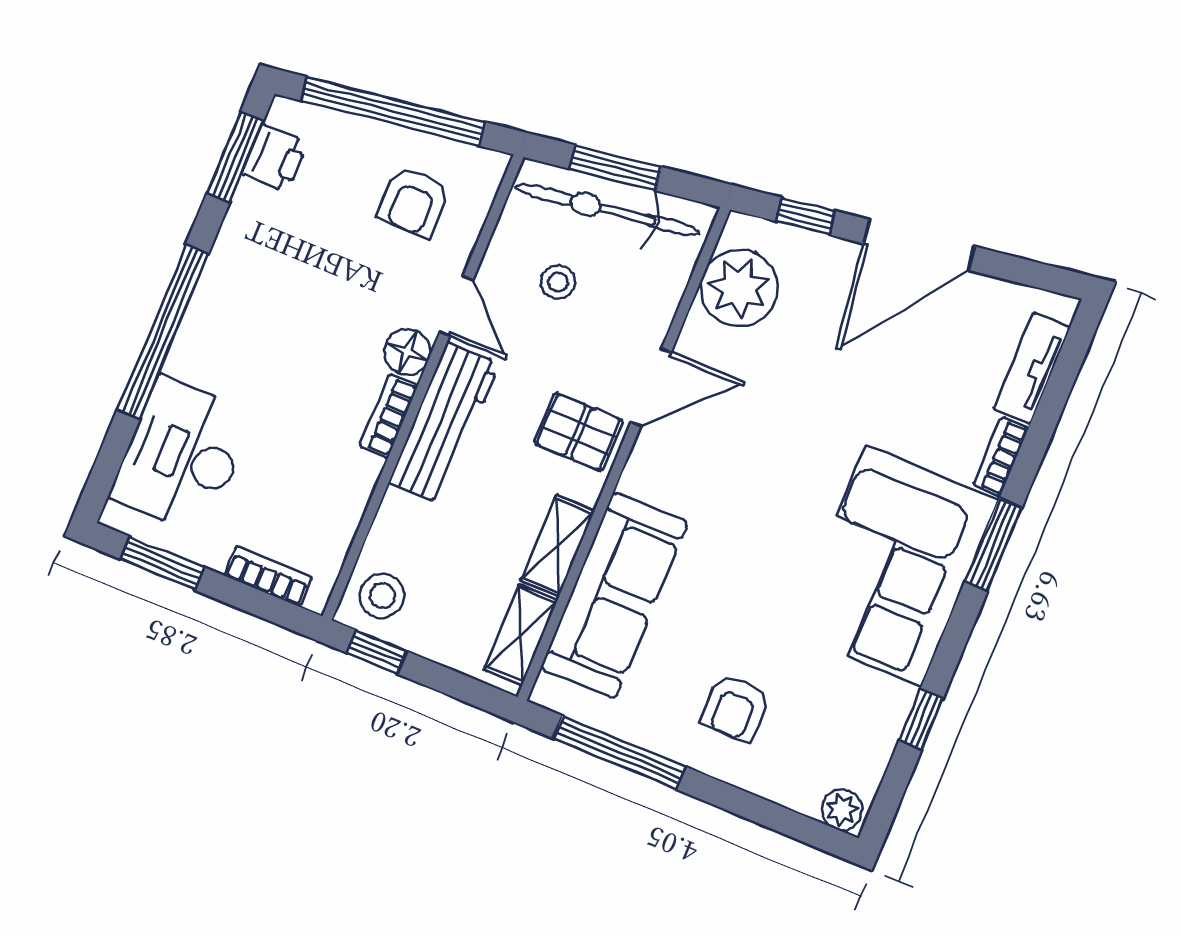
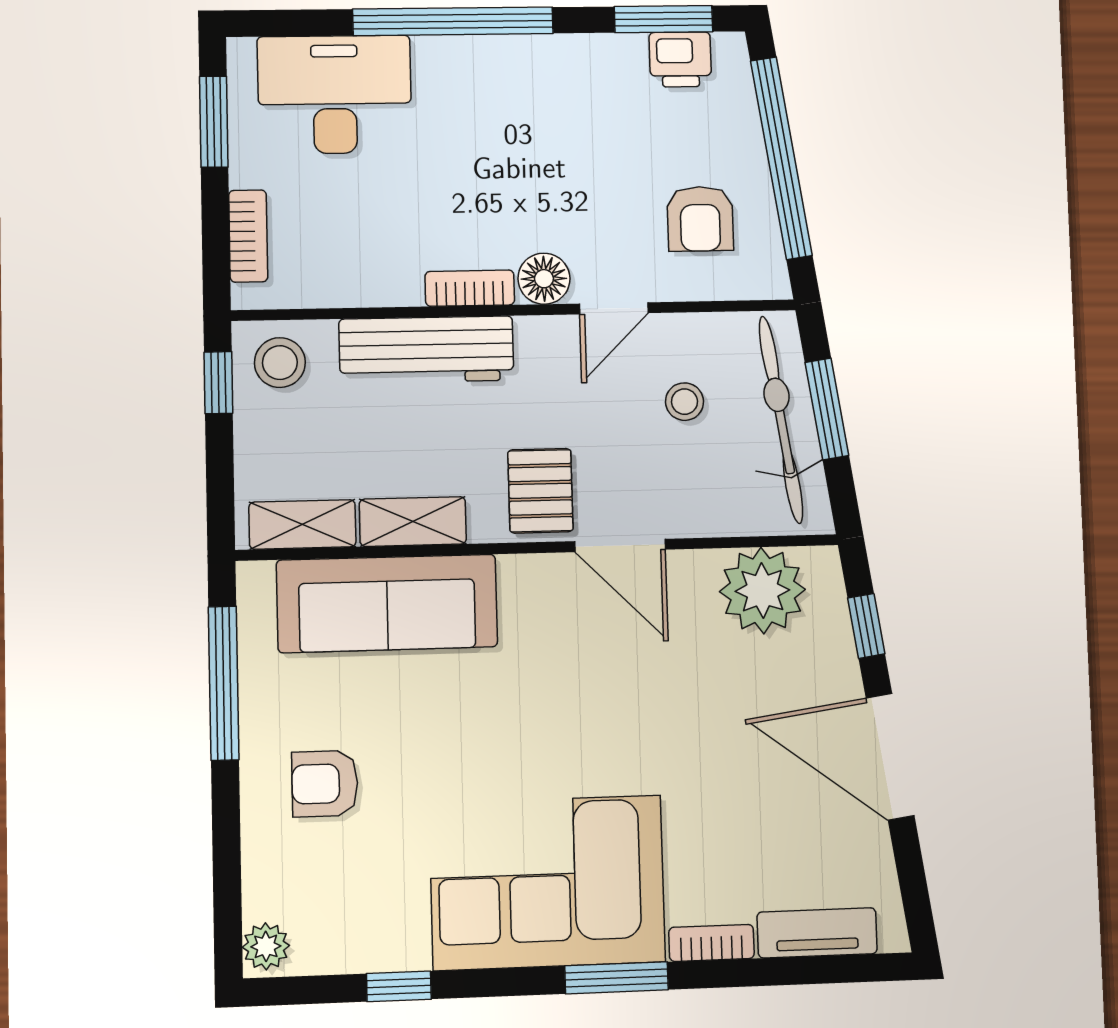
armchair: (414, 201) -> (700, 219), turned -90
workbench: (444, 423) -> (426, 350), moved

